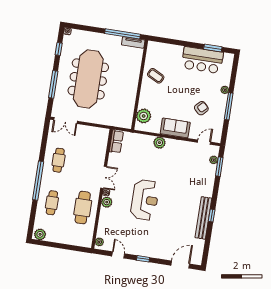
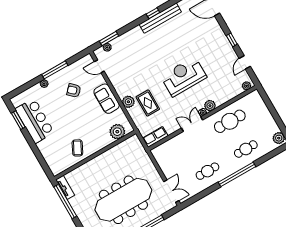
rug: (147, 157) -> (148, 103), added

